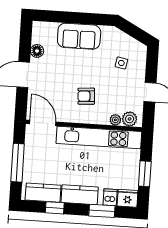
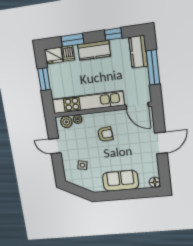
floor lamp: (37, 51) -> (155, 182), moved
kitchen counter: (43, 193) -> (138, 52), moved, turned 90

